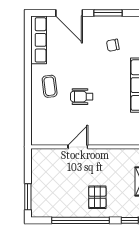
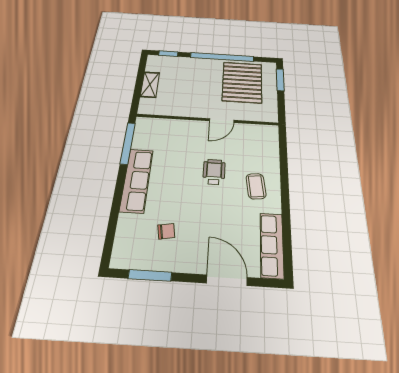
window: (108, 13) -> (150, 275), moved
wheelchair: (82, 97) -> (214, 172), turned -90
pallet: (97, 197) -> (242, 82), moved, width x2.05, depth x2.00

